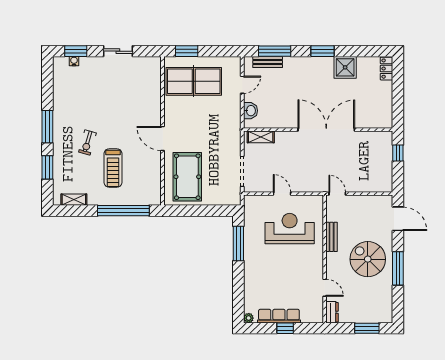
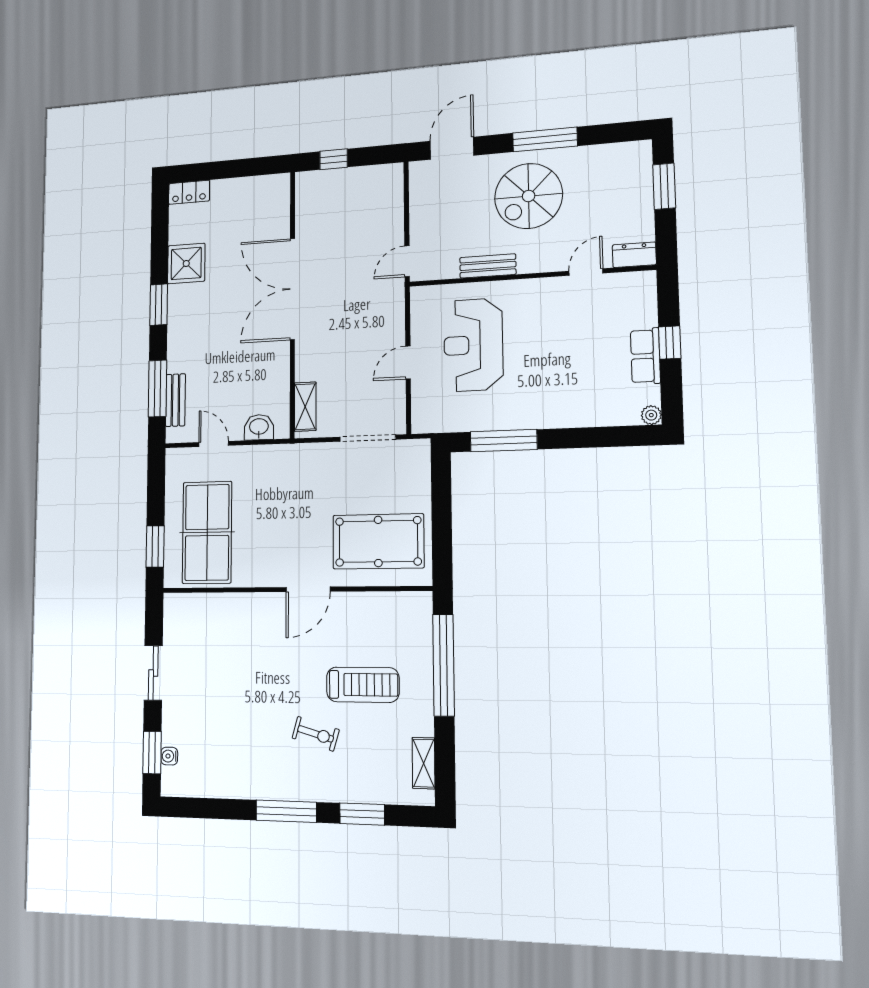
row of seats: (279, 316) -> (645, 356), width x0.68

